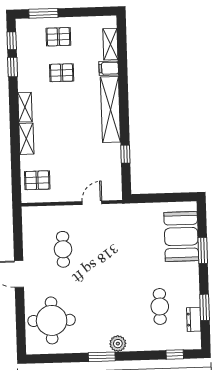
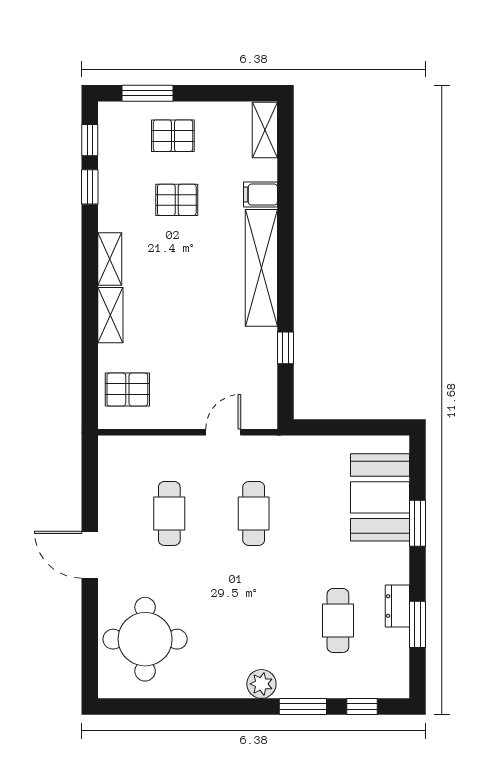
shelving: (110, 44) -> (265, 130), moved
cafe table: (110, 248) -> (254, 513), added
dresser: (194, 319) -> (397, 606), moved
window: (102, 357) -> (303, 707), moved

